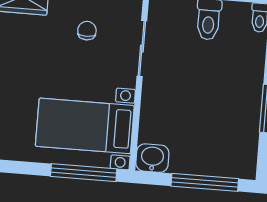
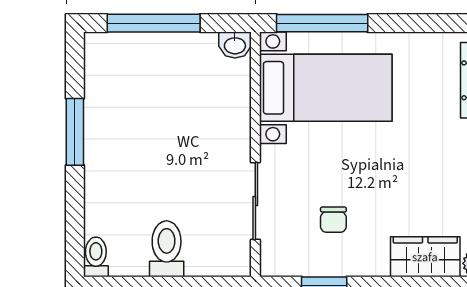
washbasin: (152, 158) -> (235, 45), width x0.72, depth x0.69

